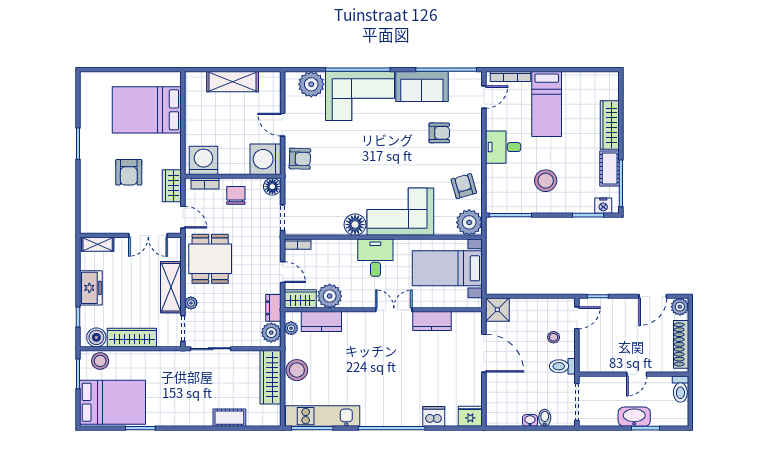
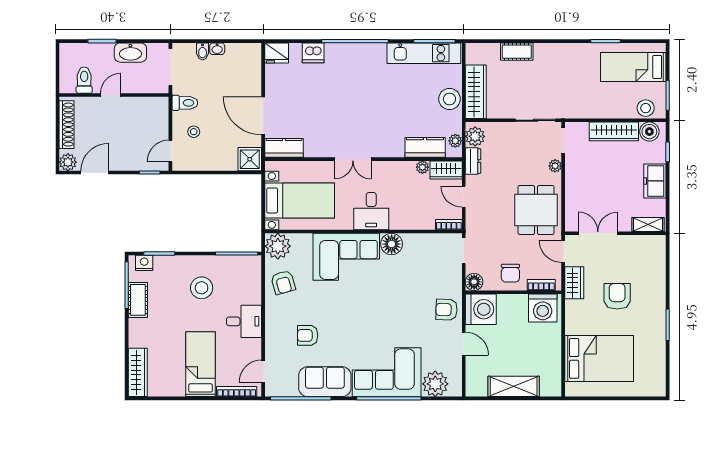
wardrobe: (610, 125) -> (138, 372), moved
shelving: (171, 287) -> (575, 182), removed
plant: (330, 296) -> (422, 167), width x0.53, depth x0.53
kitchen counter: (432, 321) -> (284, 148), moved
toilet: (680, 389) -> (84, 80), moved
bed: (113, 402) -> (633, 67), width x0.67
washbasin: (634, 417) -> (130, 53), moved

